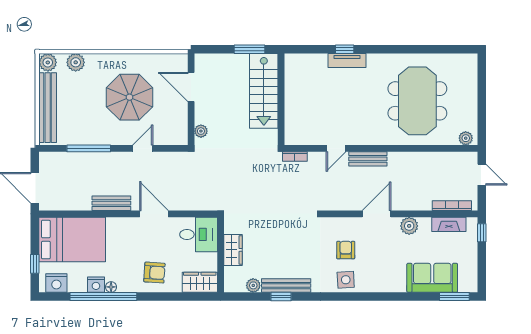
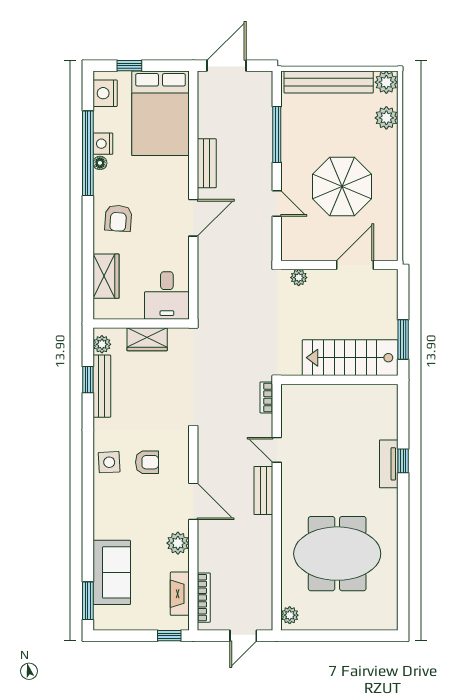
desk: (199, 234) -> (167, 295), moved
wardrobe: (233, 250) -> (147, 339), moved
wall: (221, 255) -> (141, 324), moved

